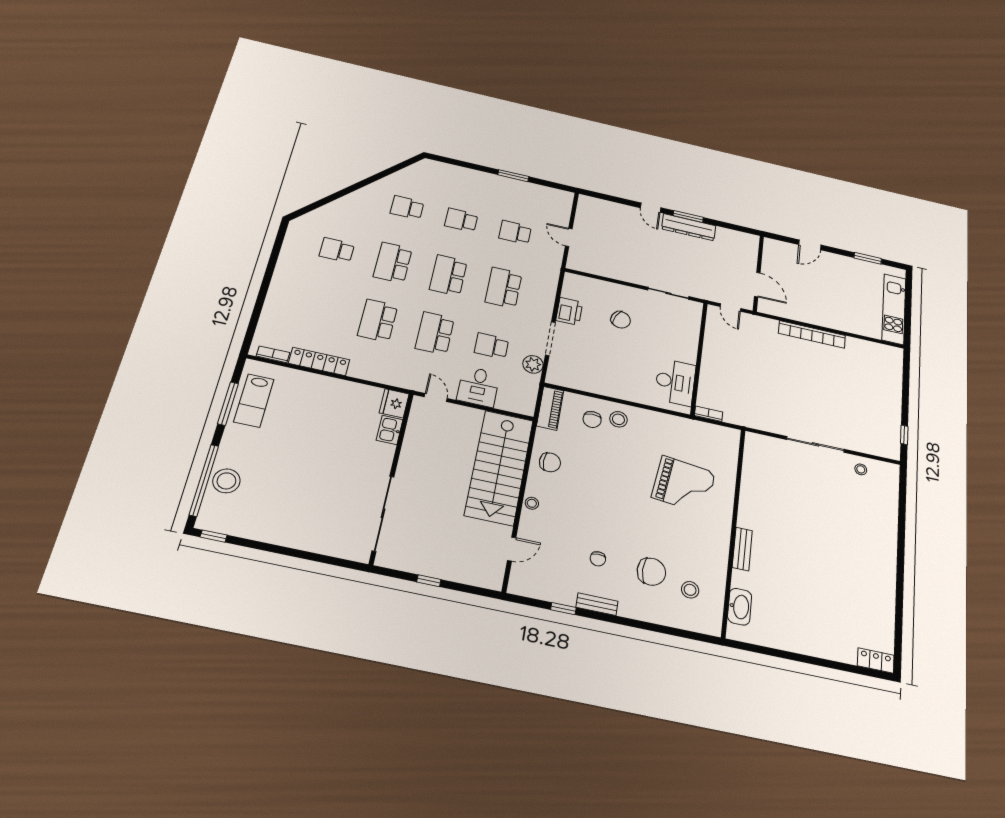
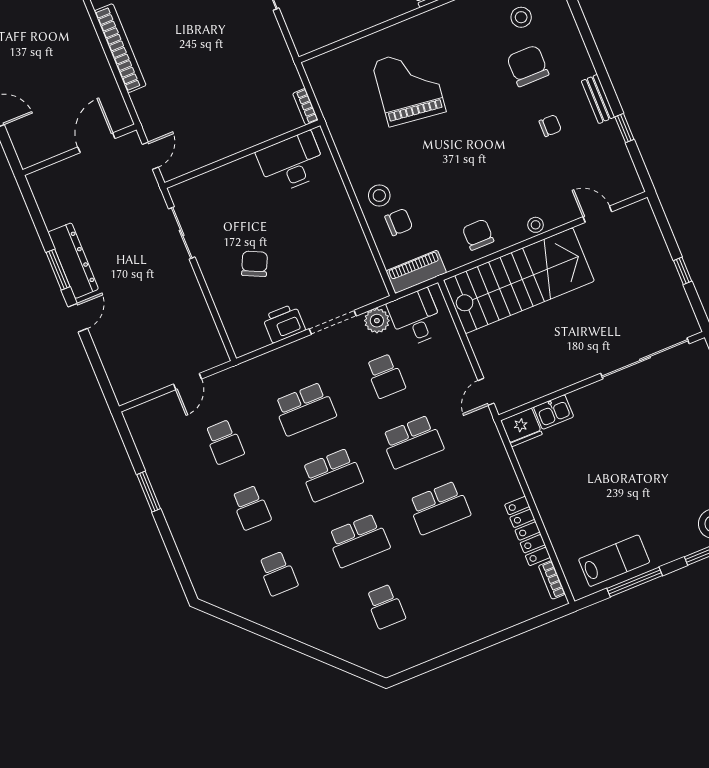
desk: (478, 387) -> (416, 318), moved, turned -90

